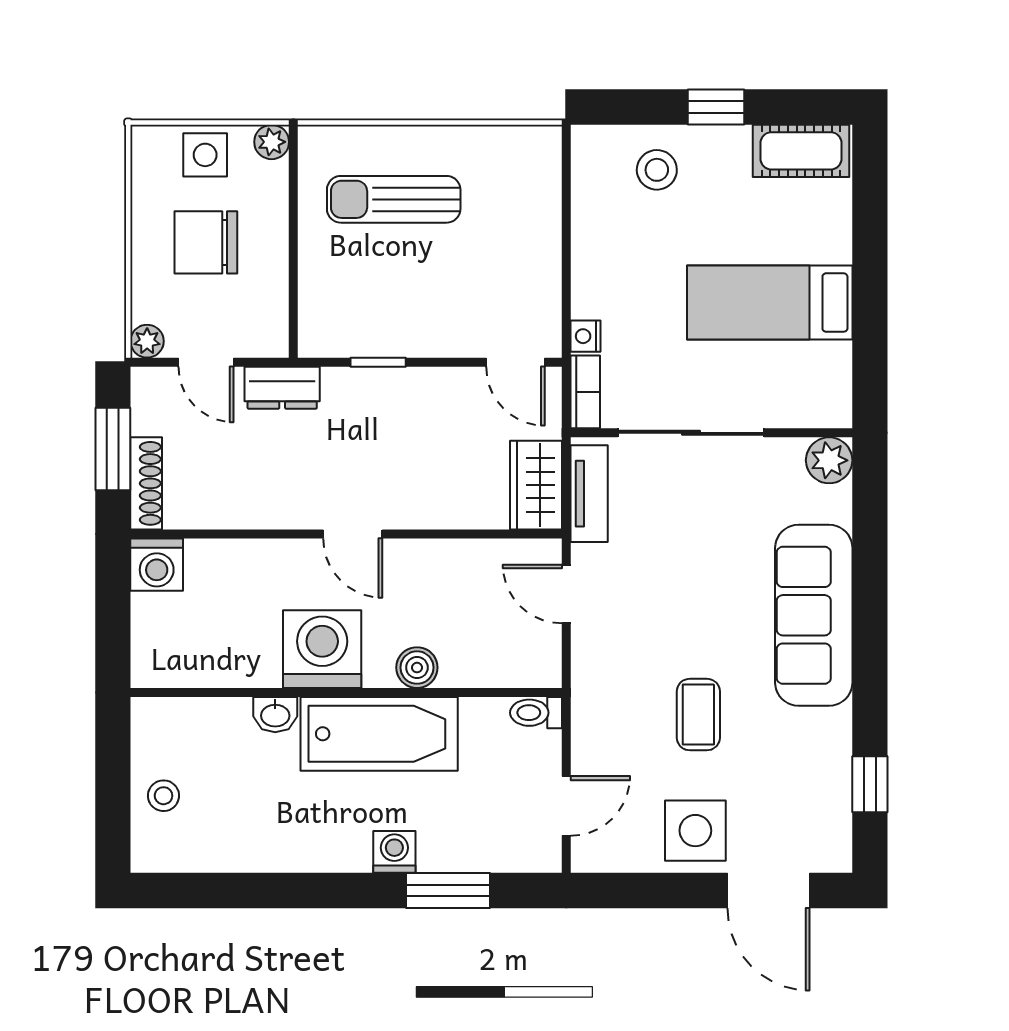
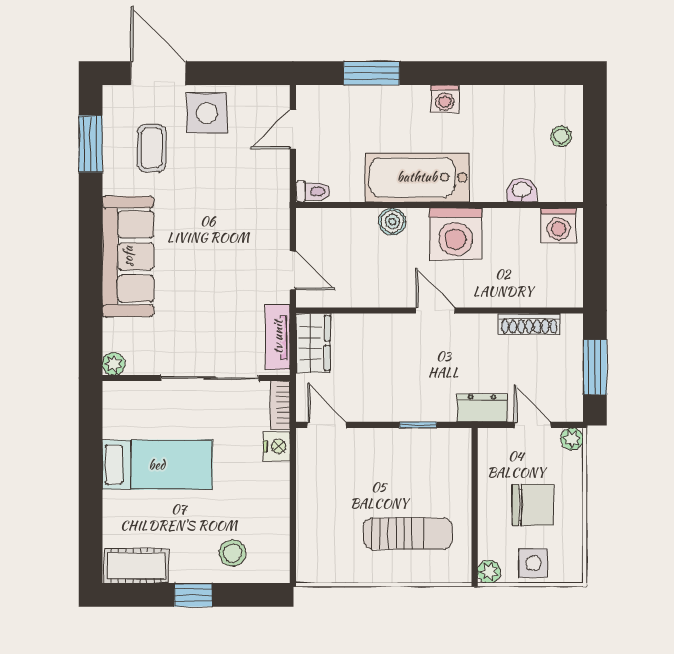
nightstand: (585, 336) -> (277, 446), width x1.39, depth x1.35
plant: (829, 460) -> (114, 364), width x0.73, depth x0.73
shoe rack: (146, 483) -> (529, 324), moved, turned -90
washing machine: (157, 565) -> (558, 225), moved, turned 180
washbasin: (275, 715) -> (522, 190), moved
coffee table: (698, 715) -> (152, 148), moved
window: (870, 784) -> (91, 144), width x1.50
washing machine: (394, 852) -> (445, 99), moved

